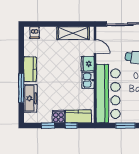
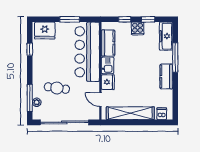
shelving: (73, 33) -> (130, 113), width x1.47
freezer: (30, 98) -> (166, 36), moved
kitchen counter: (78, 116) -> (108, 43), moved, turned -90

